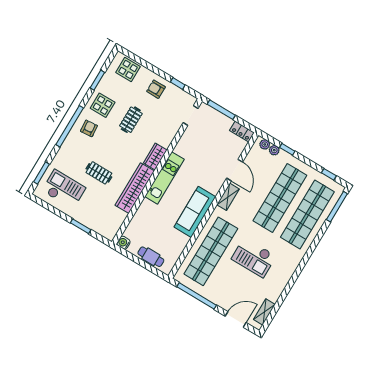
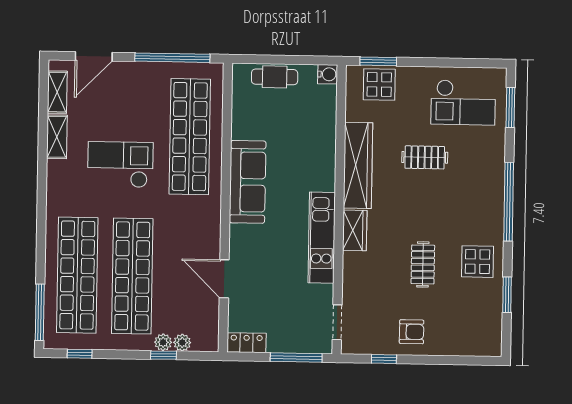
display table: (128, 69) -> (379, 84), moved
armchair: (89, 128) -> (478, 215), removed
plant: (265, 144) -> (163, 342), moved
kitchen unit: (165, 178) -> (322, 238), moved
shelving: (228, 197) -> (57, 137), moved
window: (81, 226) -> (378, 61), moved

